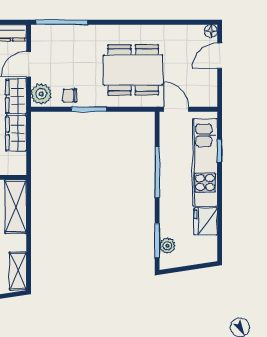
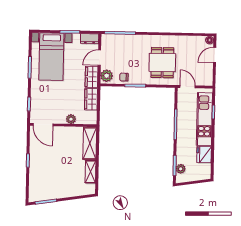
dining table: (133, 70) -> (162, 63), width x0.73
shelving: (18, 271) -> (91, 172), moved

